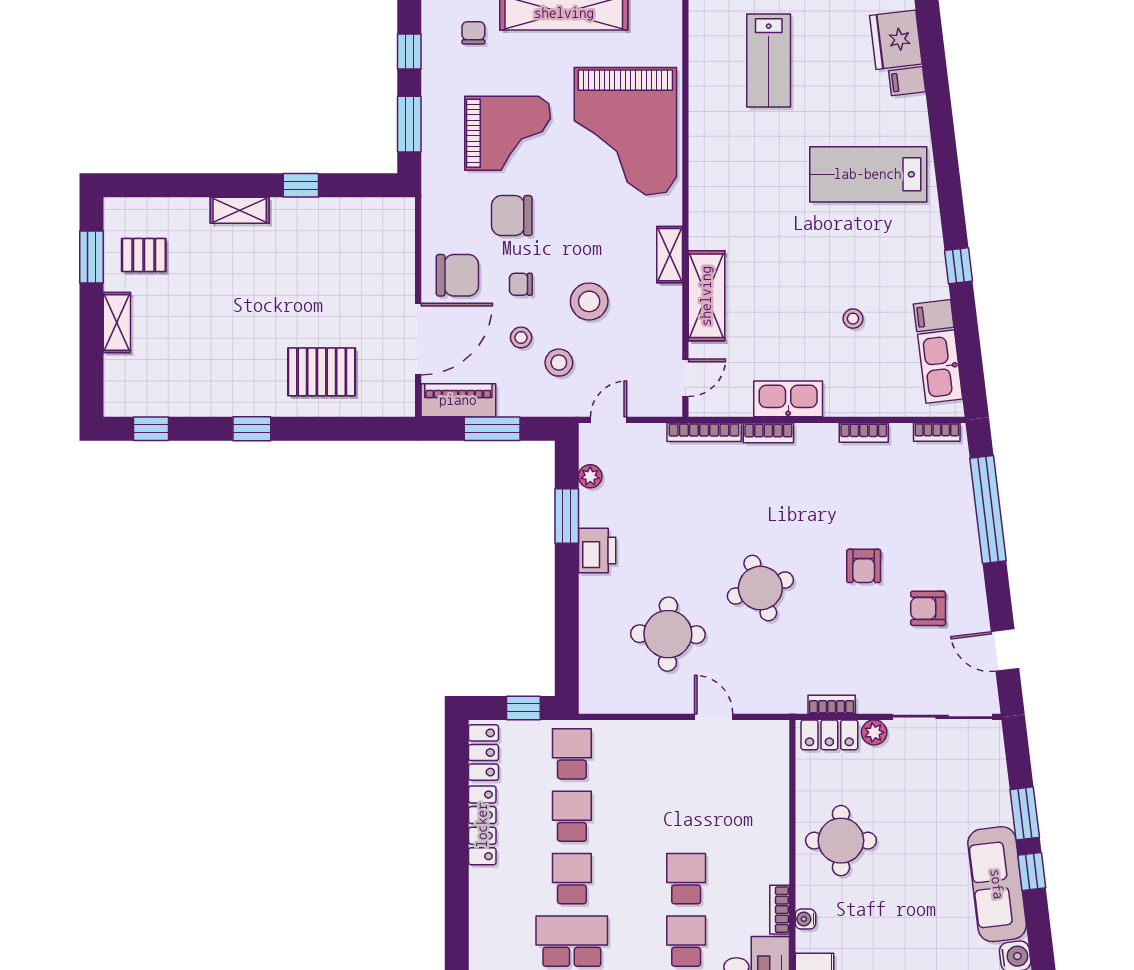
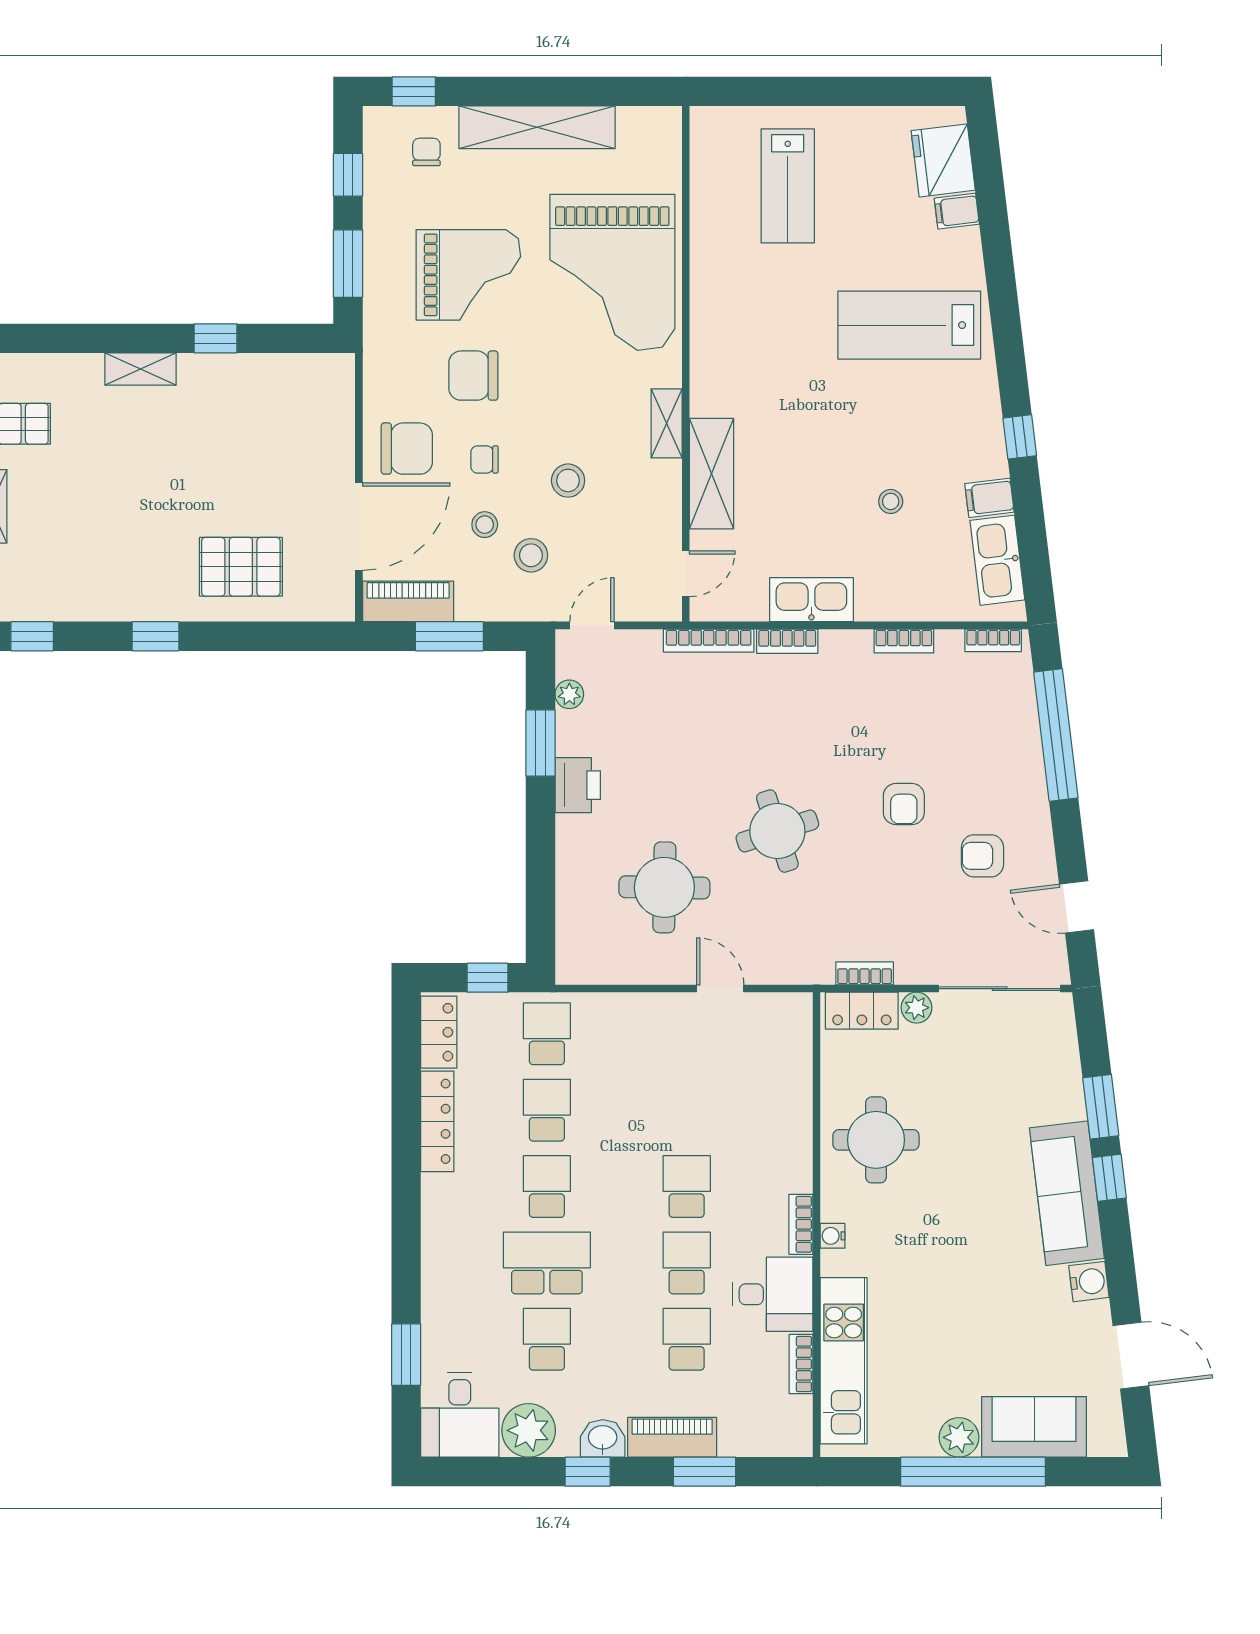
stool: (589, 301) -> (568, 481), width x0.73, depth x0.73

